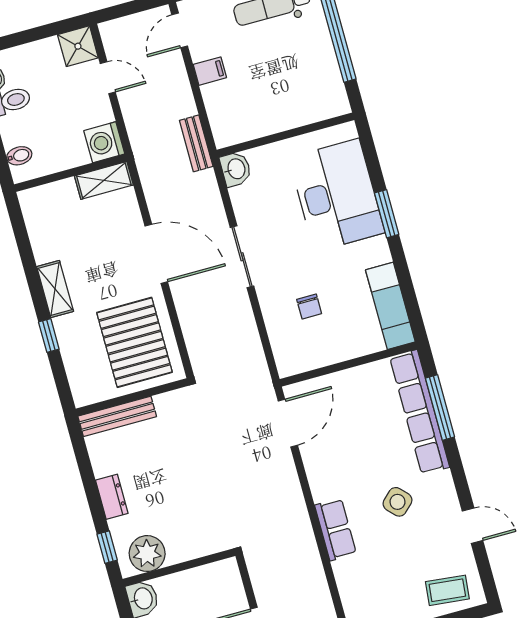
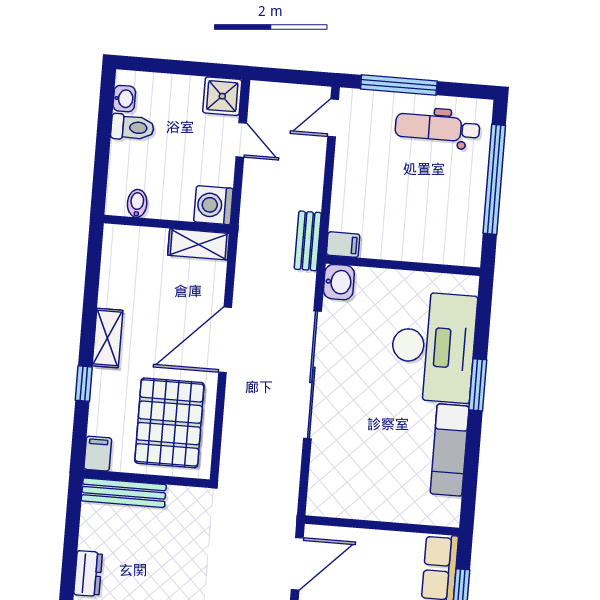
filing cabinet: (210, 71) -> (343, 245), moved
bidet: (19, 156) -> (137, 203), moved, turned -90
door: (156, 254) -> (225, 340), swing flipped
sliding door: (242, 257) -> (312, 375), width x1.86
exam couch: (390, 306) -> (450, 450), moved
chair: (309, 307) -> (363, 451), removed
filing cabinet: (83, 391) -> (98, 454), added

